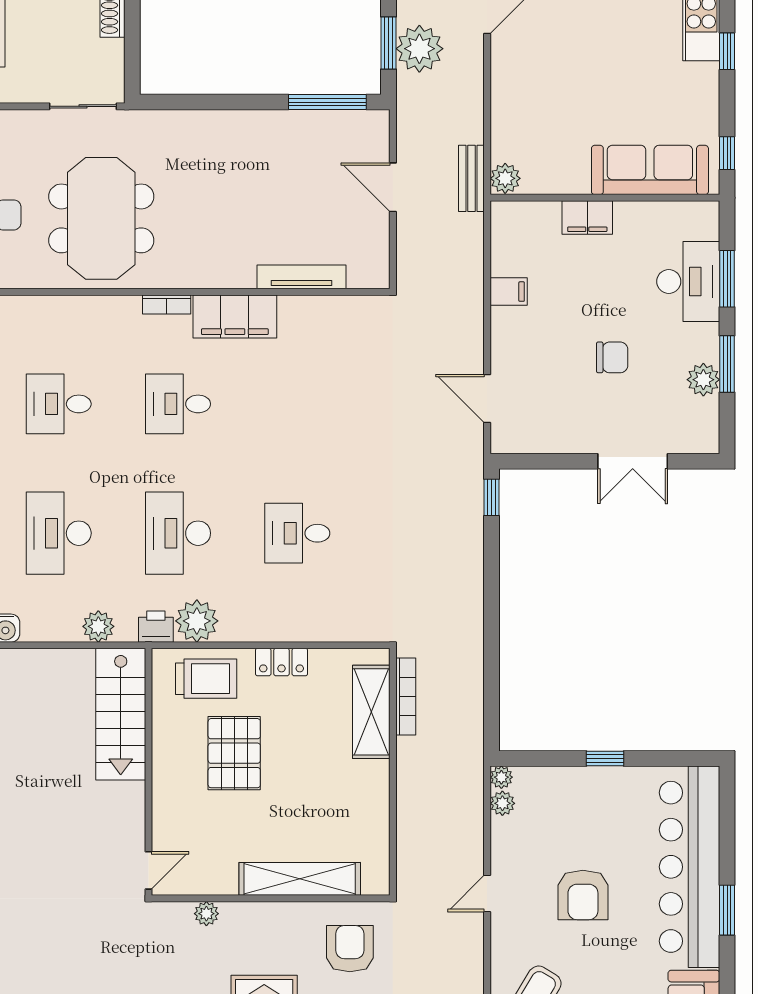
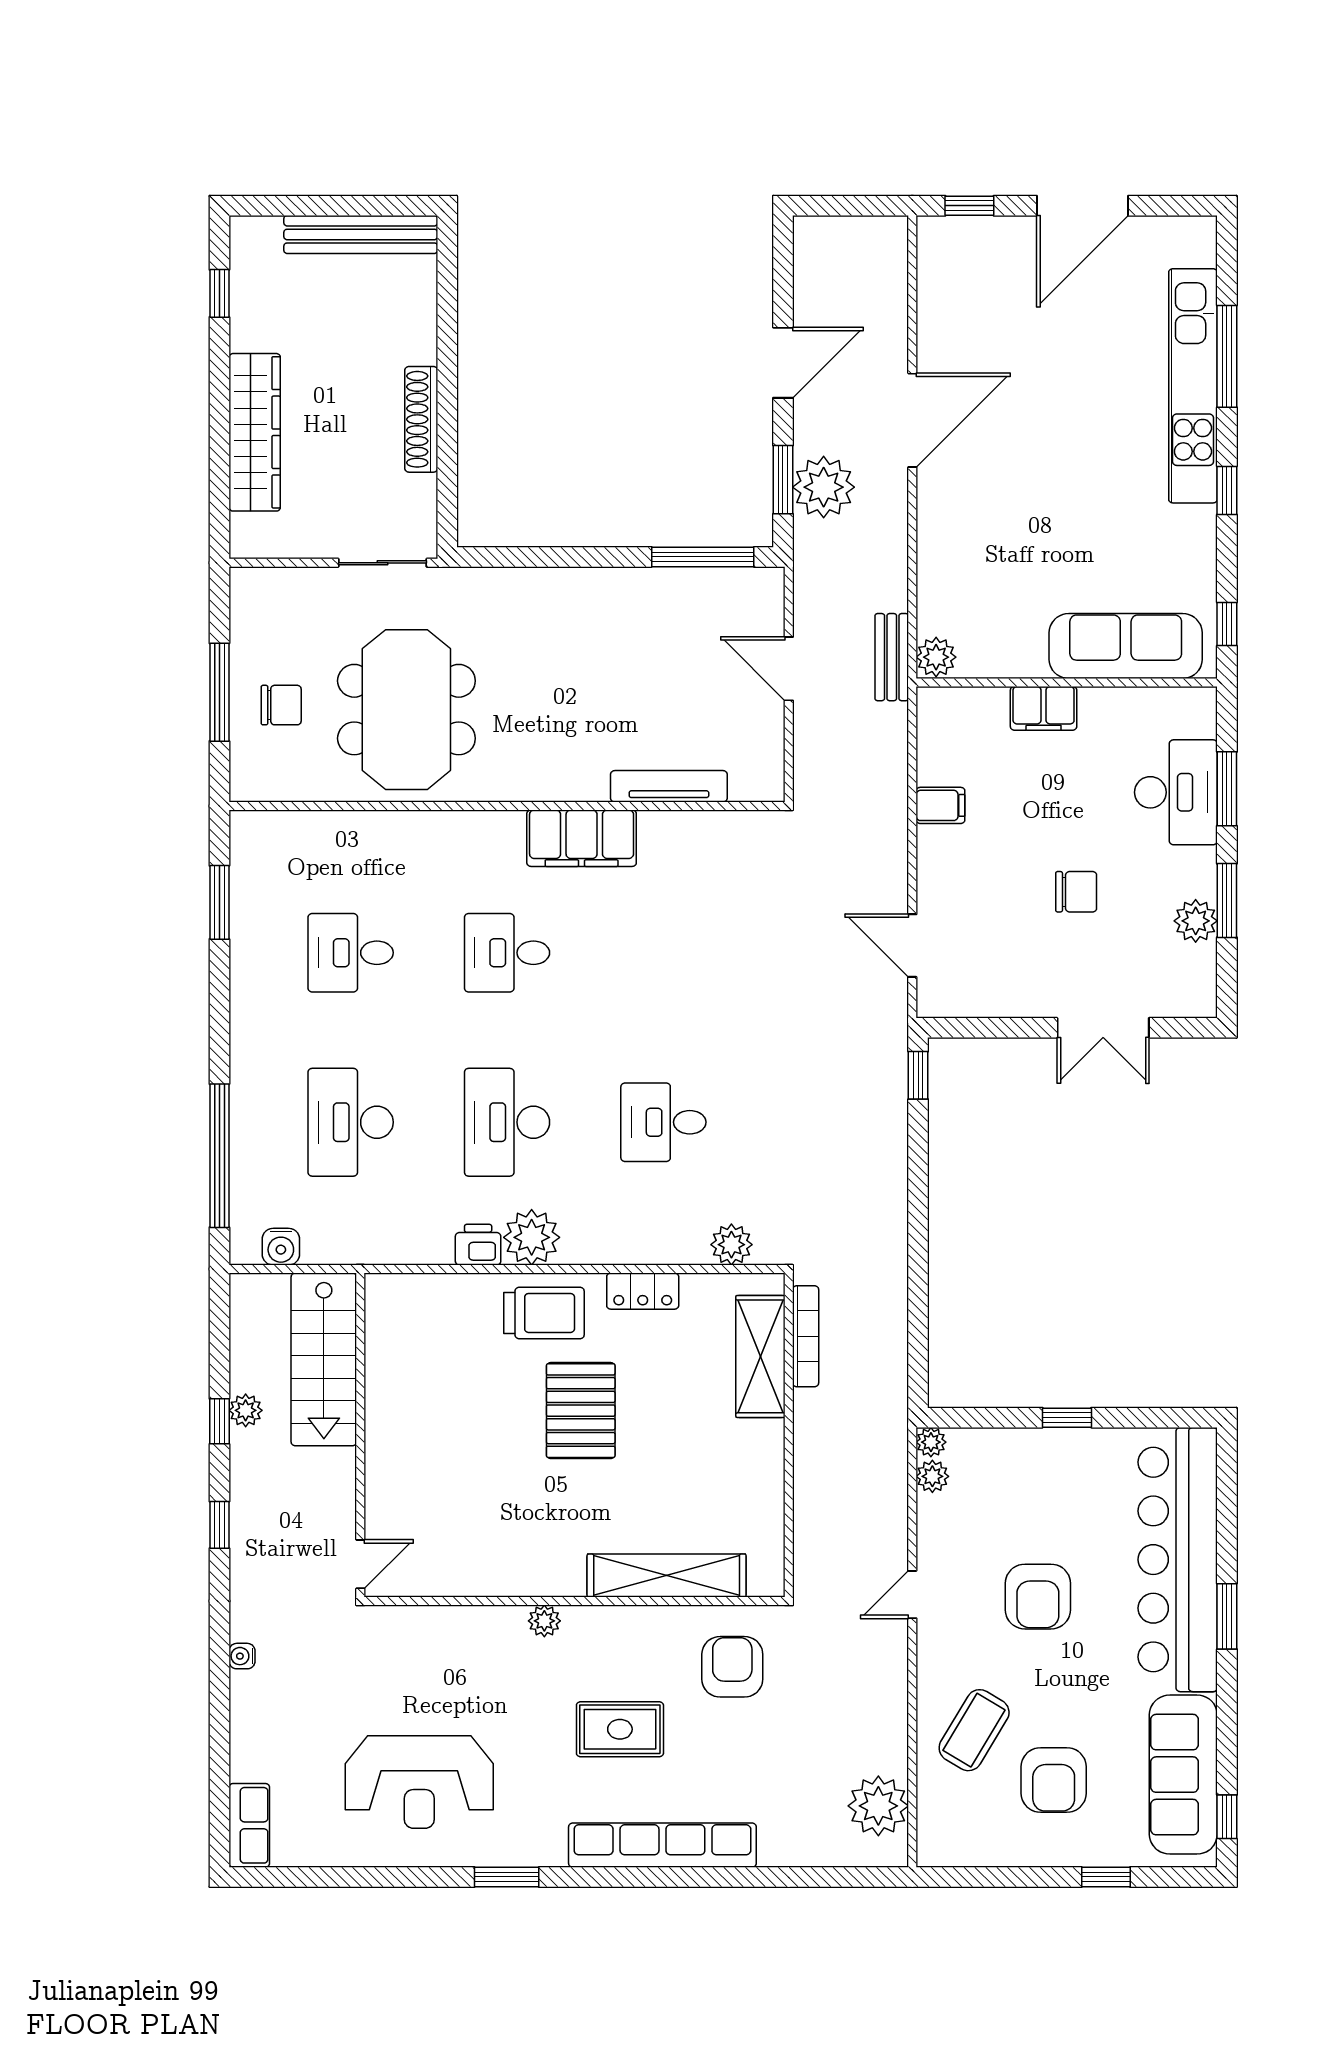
bookcase: (167, 304) -> (492, 822), removed
plant: (98, 626) -> (731, 1245), moved
stairs: (121, 714) -> (324, 1359), moved
wall: (149, 772) -> (360, 1435), moved
door: (149, 870) -> (360, 1564), moved

